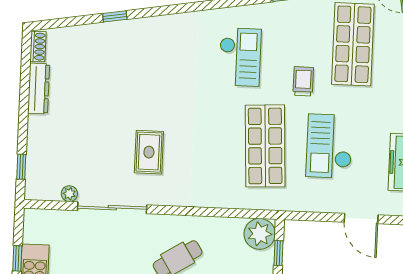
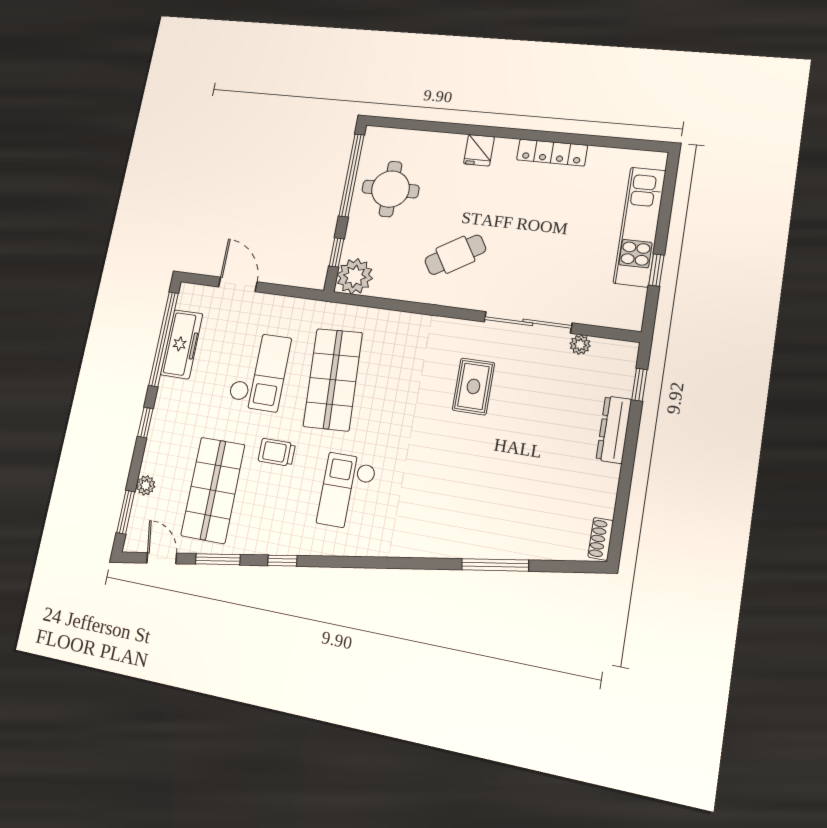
window: (115, 16) -> (495, 565), width x2.17
trolley: (303, 81) -> (277, 452), turned 90
dresser: (39, 89) -> (614, 430), moved

